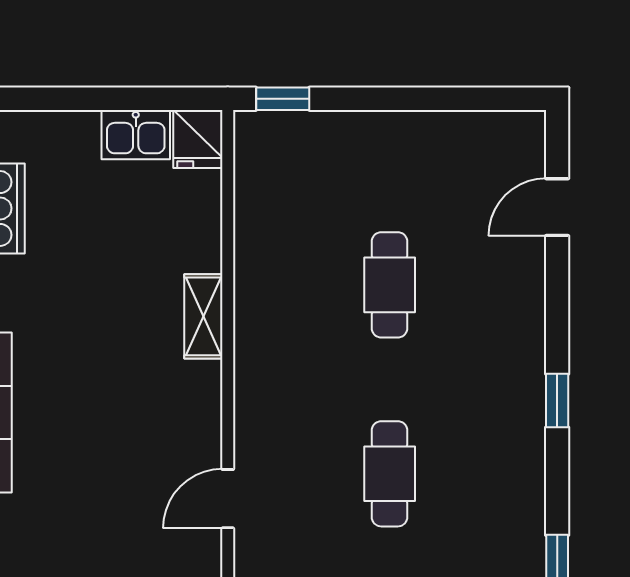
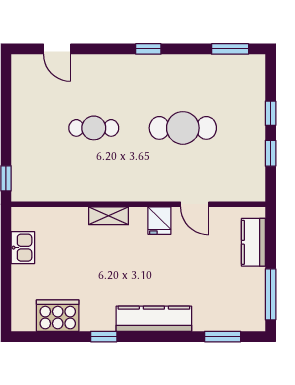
fridge: (198, 139) -> (159, 221), moved, turned 90
cafe table: (390, 474) -> (183, 128), width x1.37, depth x1.35

